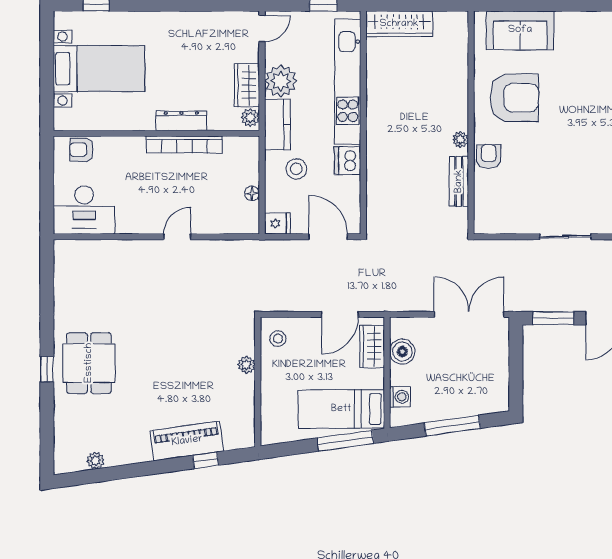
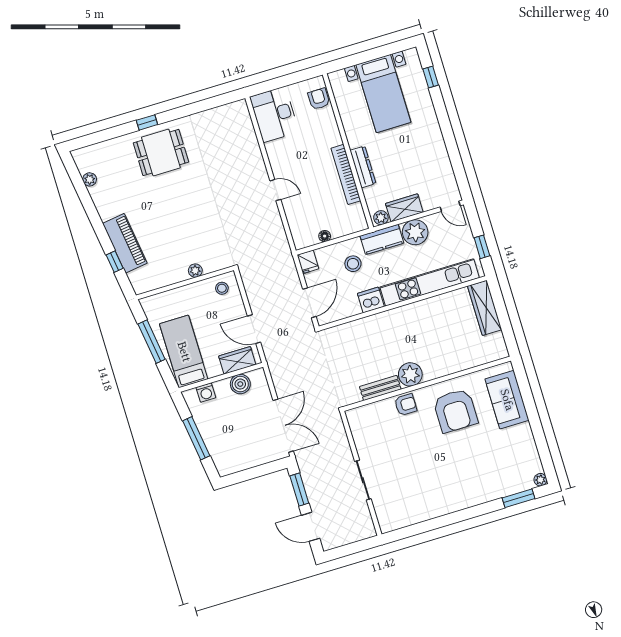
plant: (460, 140) -> (410, 374), width x1.88, depth x1.88
window: (345, 441) -> (152, 342), moved

